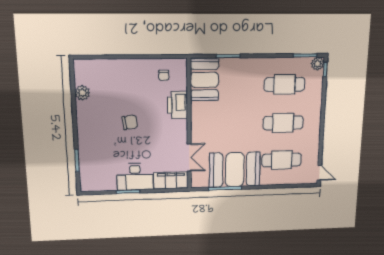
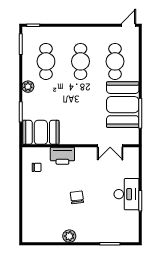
plant: (318, 64) -> (28, 87), moved
plant: (82, 93) -> (69, 236), moved
double door: (189, 157) -> (110, 146), swing flipped
filing cabinet: (171, 180) -> (131, 162), removed

